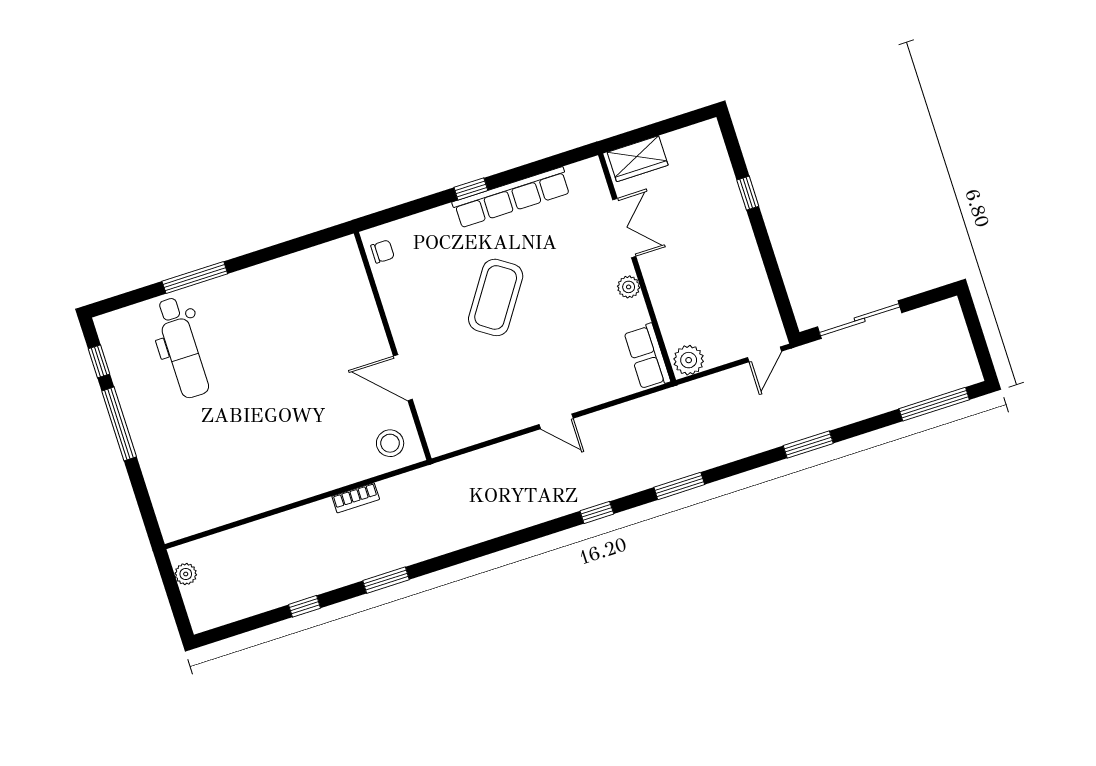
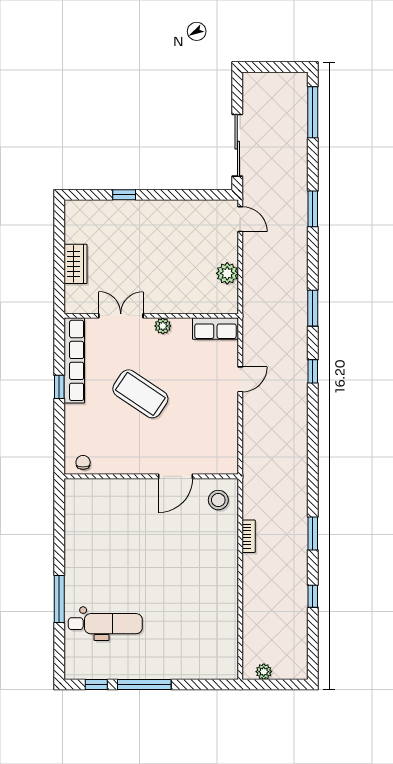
double door: (624, 228) -> (121, 316), moved
wall: (637, 268) -> (151, 316), moved
plant: (629, 287) -> (163, 326), moved
row of seats: (647, 357) -> (215, 329), moved

